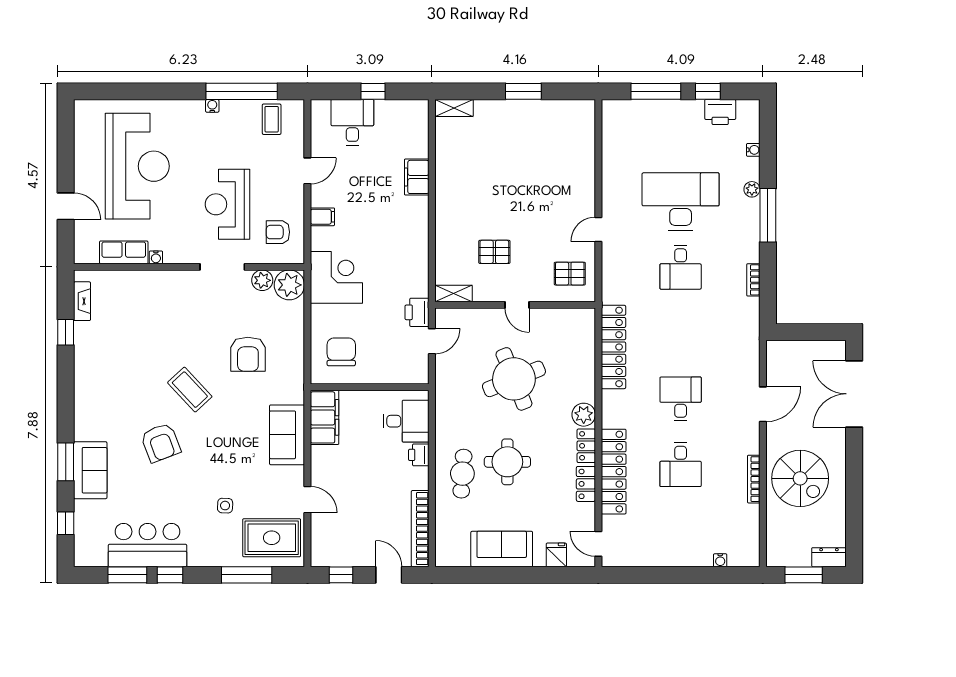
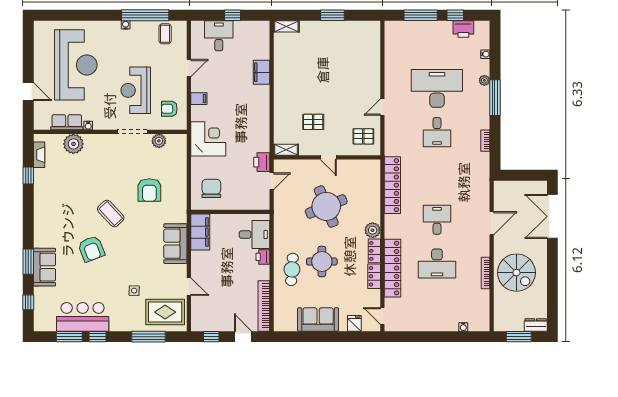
plant: (289, 285) -> (73, 144), moved
desk: (681, 465) -> (437, 263), width x1.37

